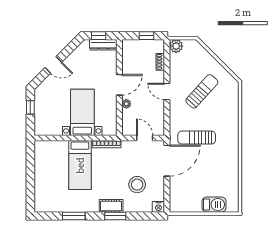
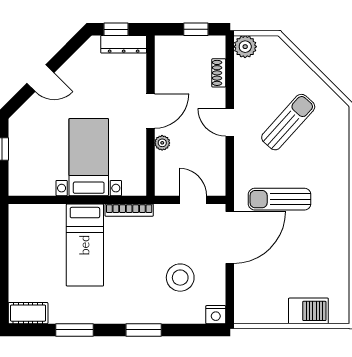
cot: (111, 206) -> (28, 313), moved

